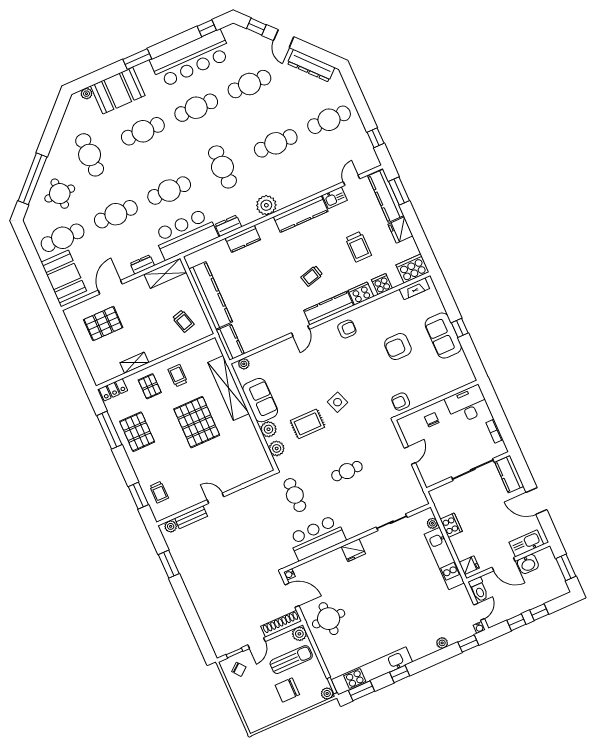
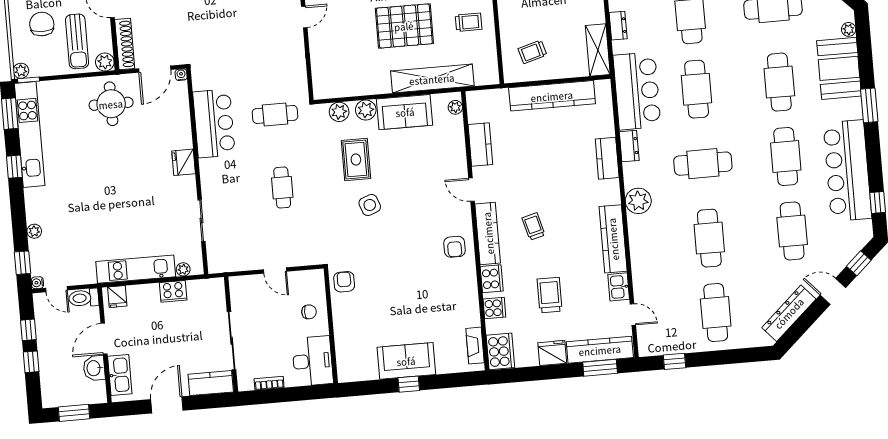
trolley: (358, 247) -> (550, 295), turned 90
kitchen counter: (230, 342) -> (480, 144), moved, turned -90
armchair: (398, 347) -> (412, 301), removed

